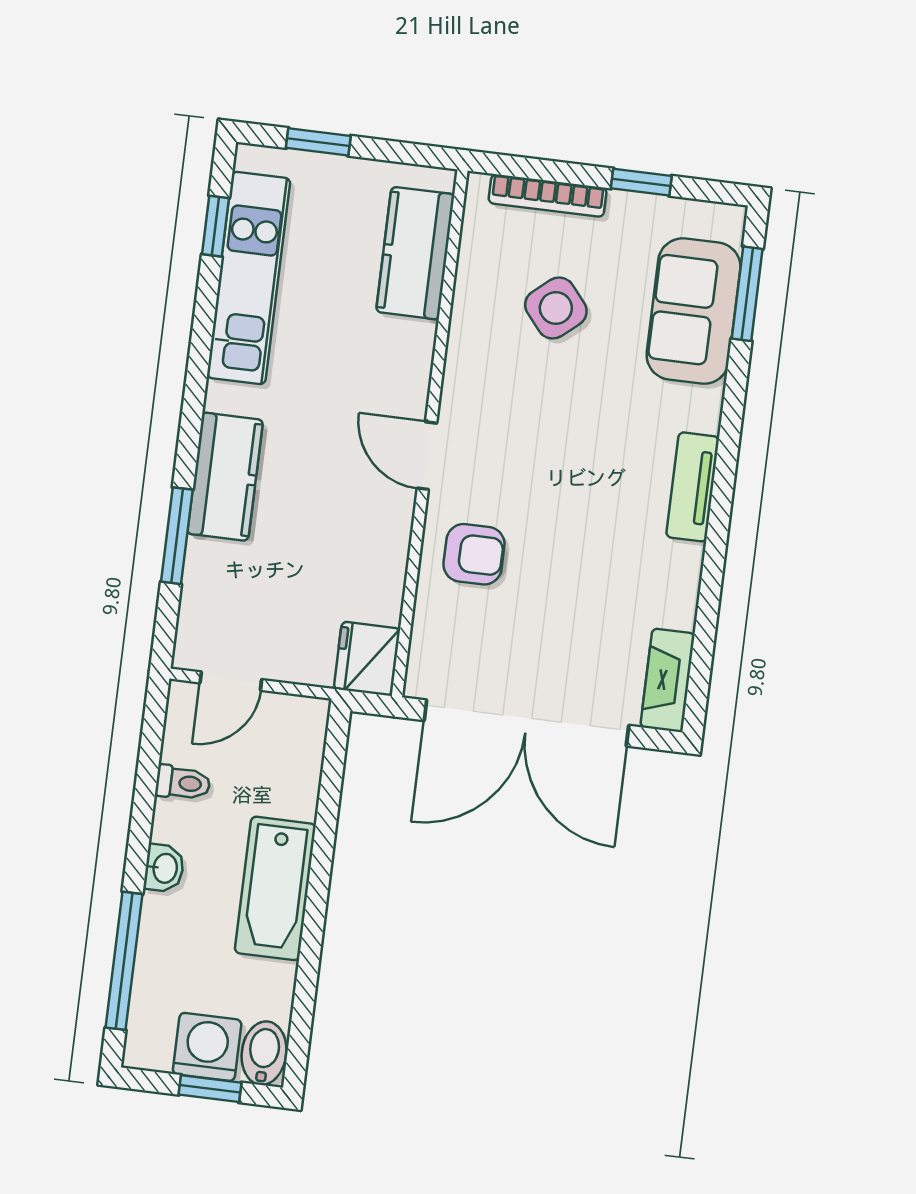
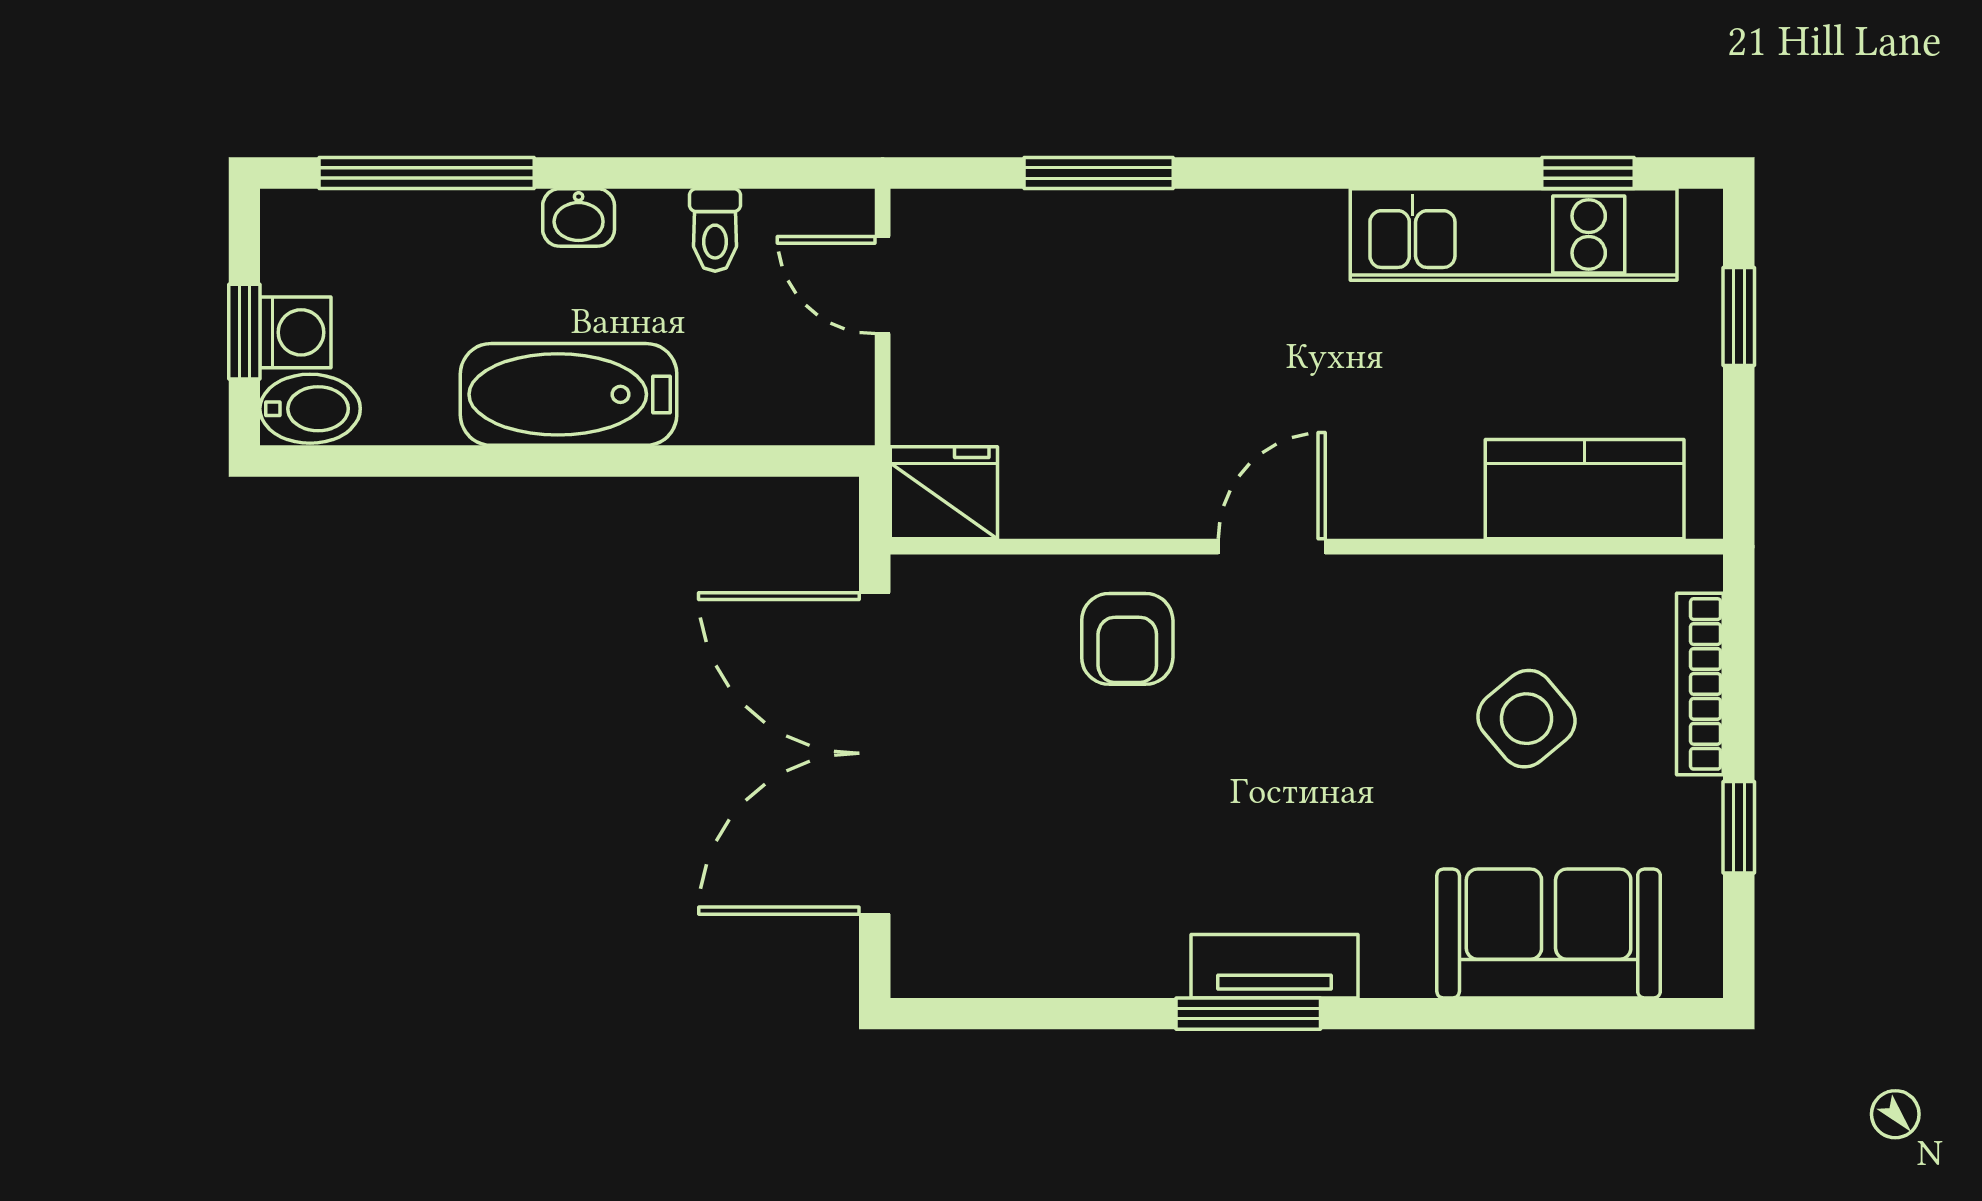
window: (747, 294) -> (1248, 1014), moved
kitchen counter: (225, 477) -> (1200, 237), removed
fireplace: (668, 680) -> (969, 965), removed
washing machine: (207, 1047) -> (295, 332), width x0.73, depth x0.73

